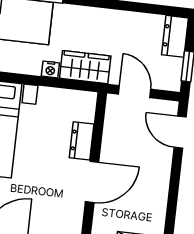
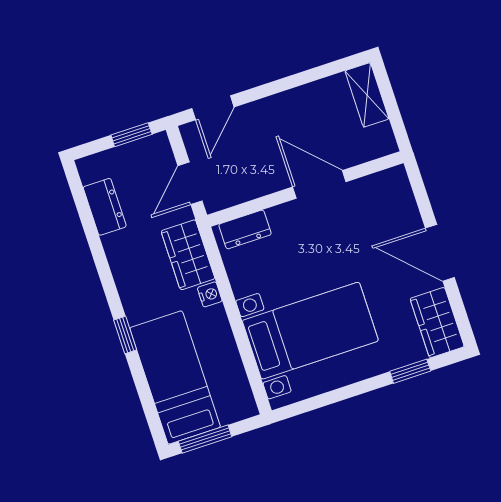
dresser: (175, 36) -> (105, 207), moved, turned -90
dresser: (82, 141) -> (245, 229), moved

